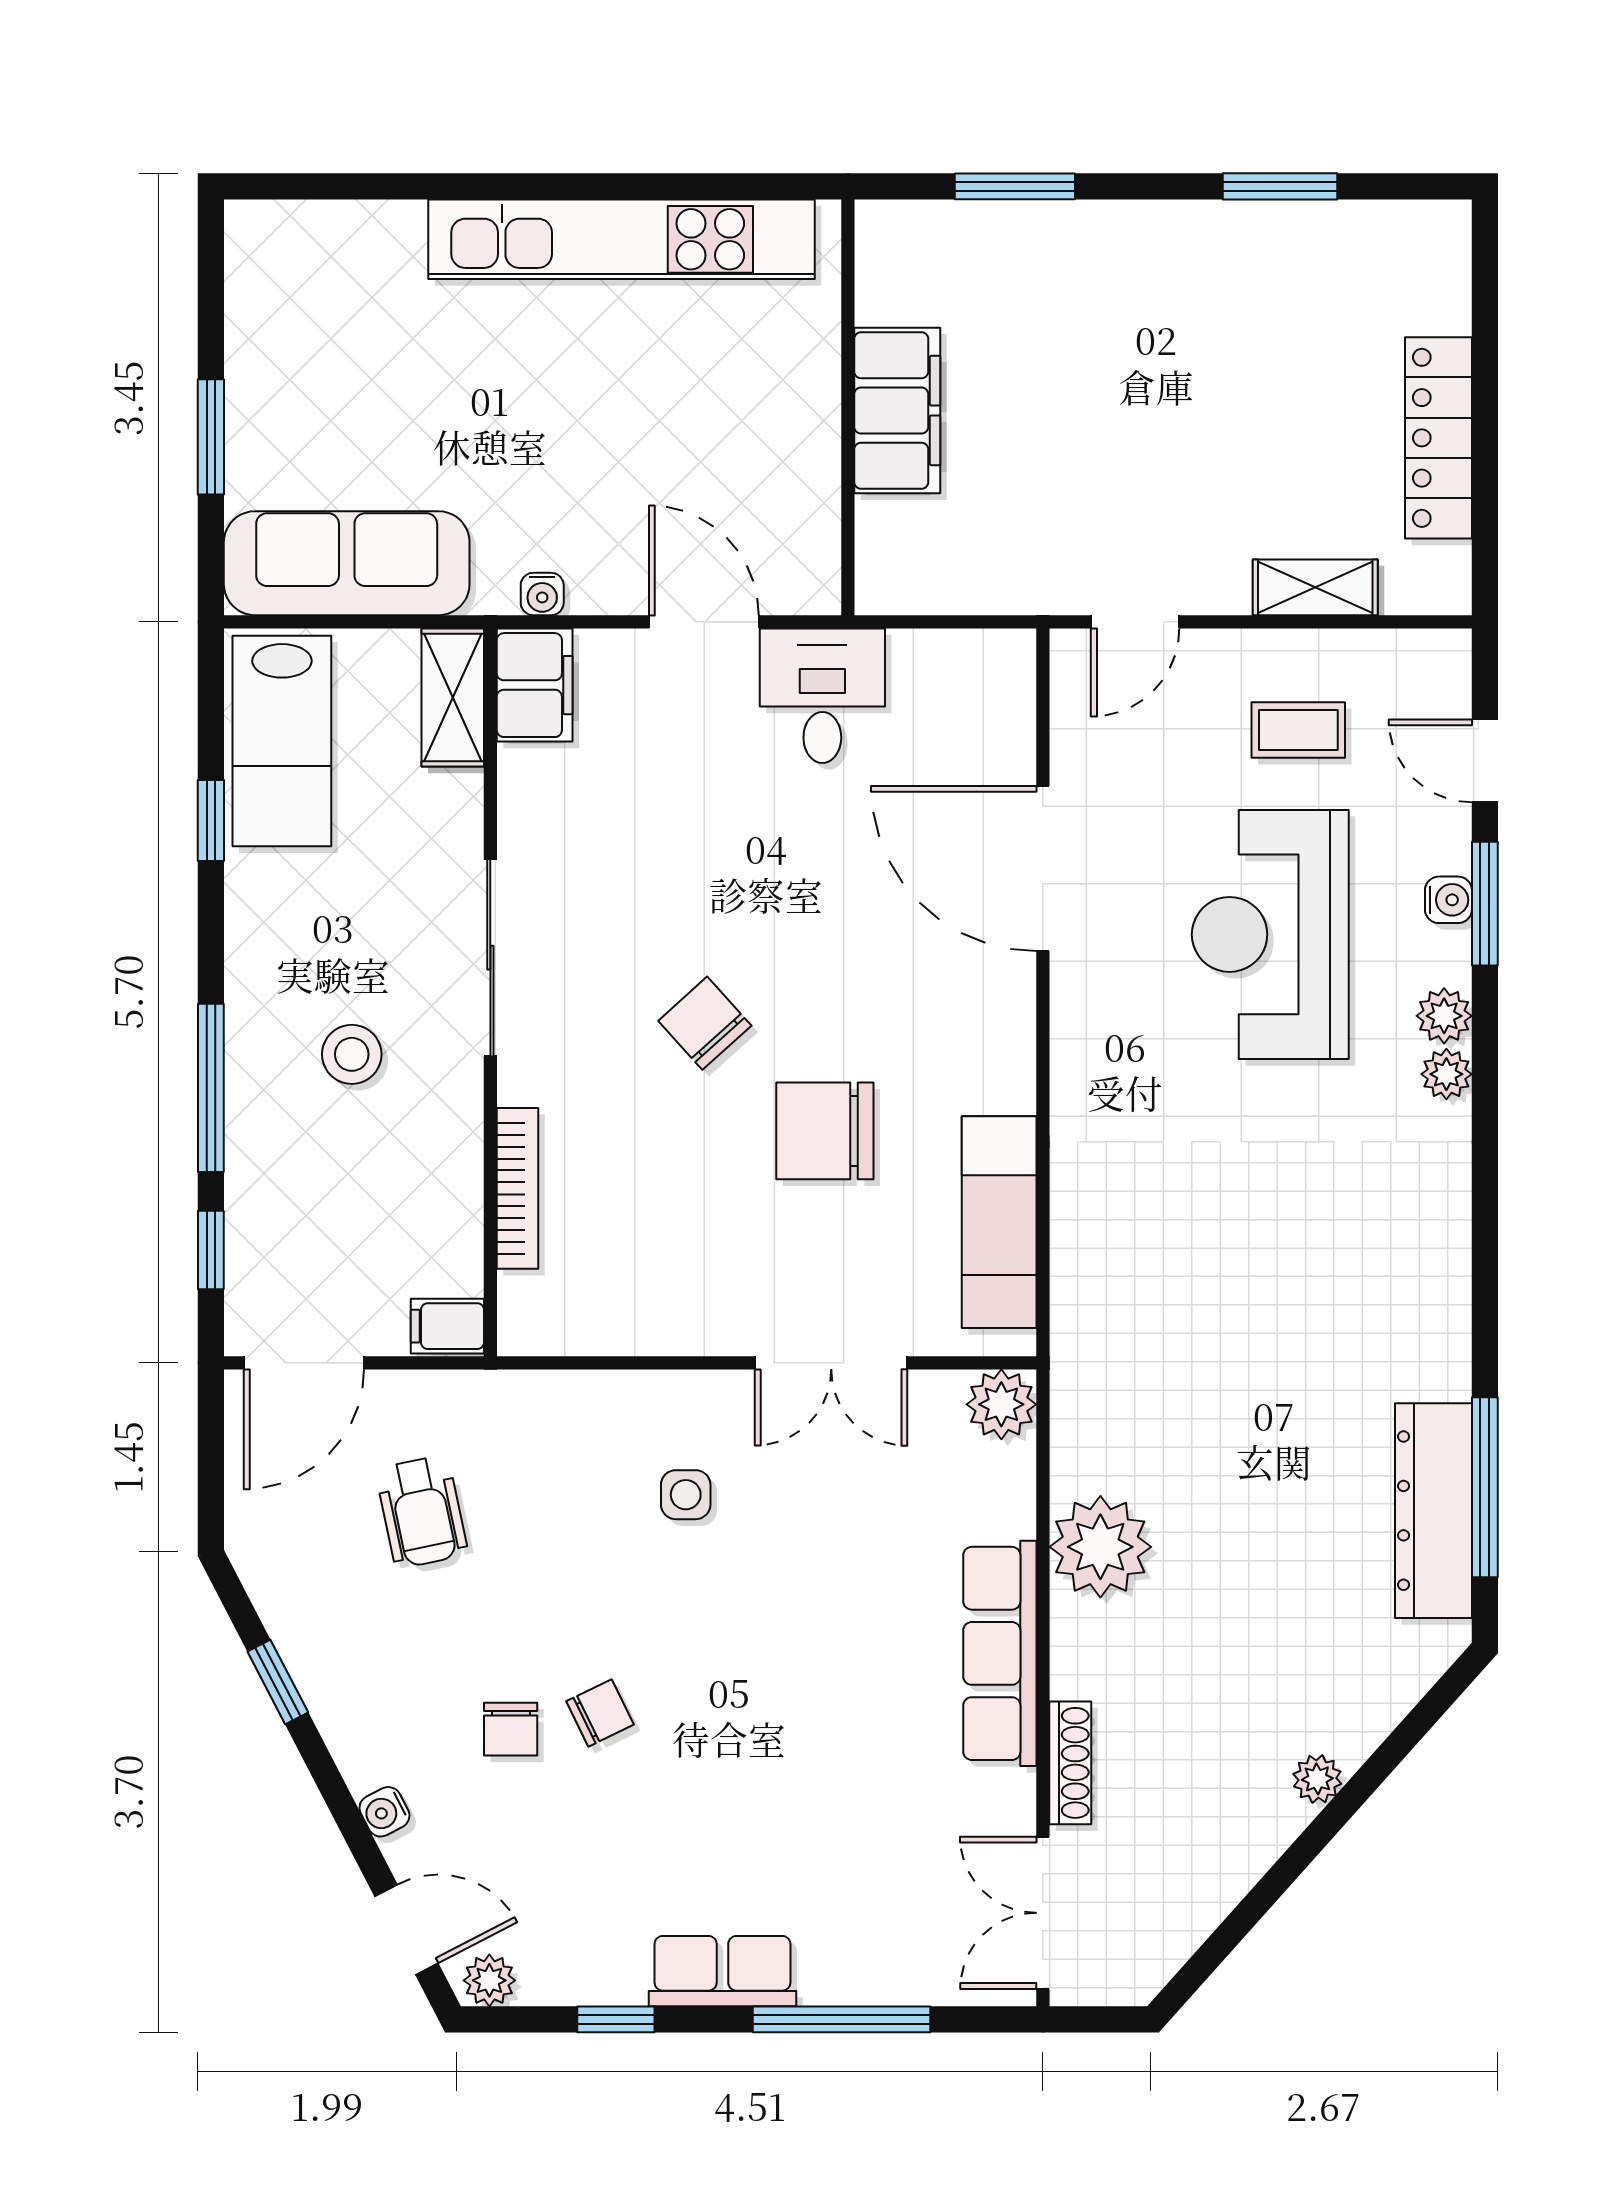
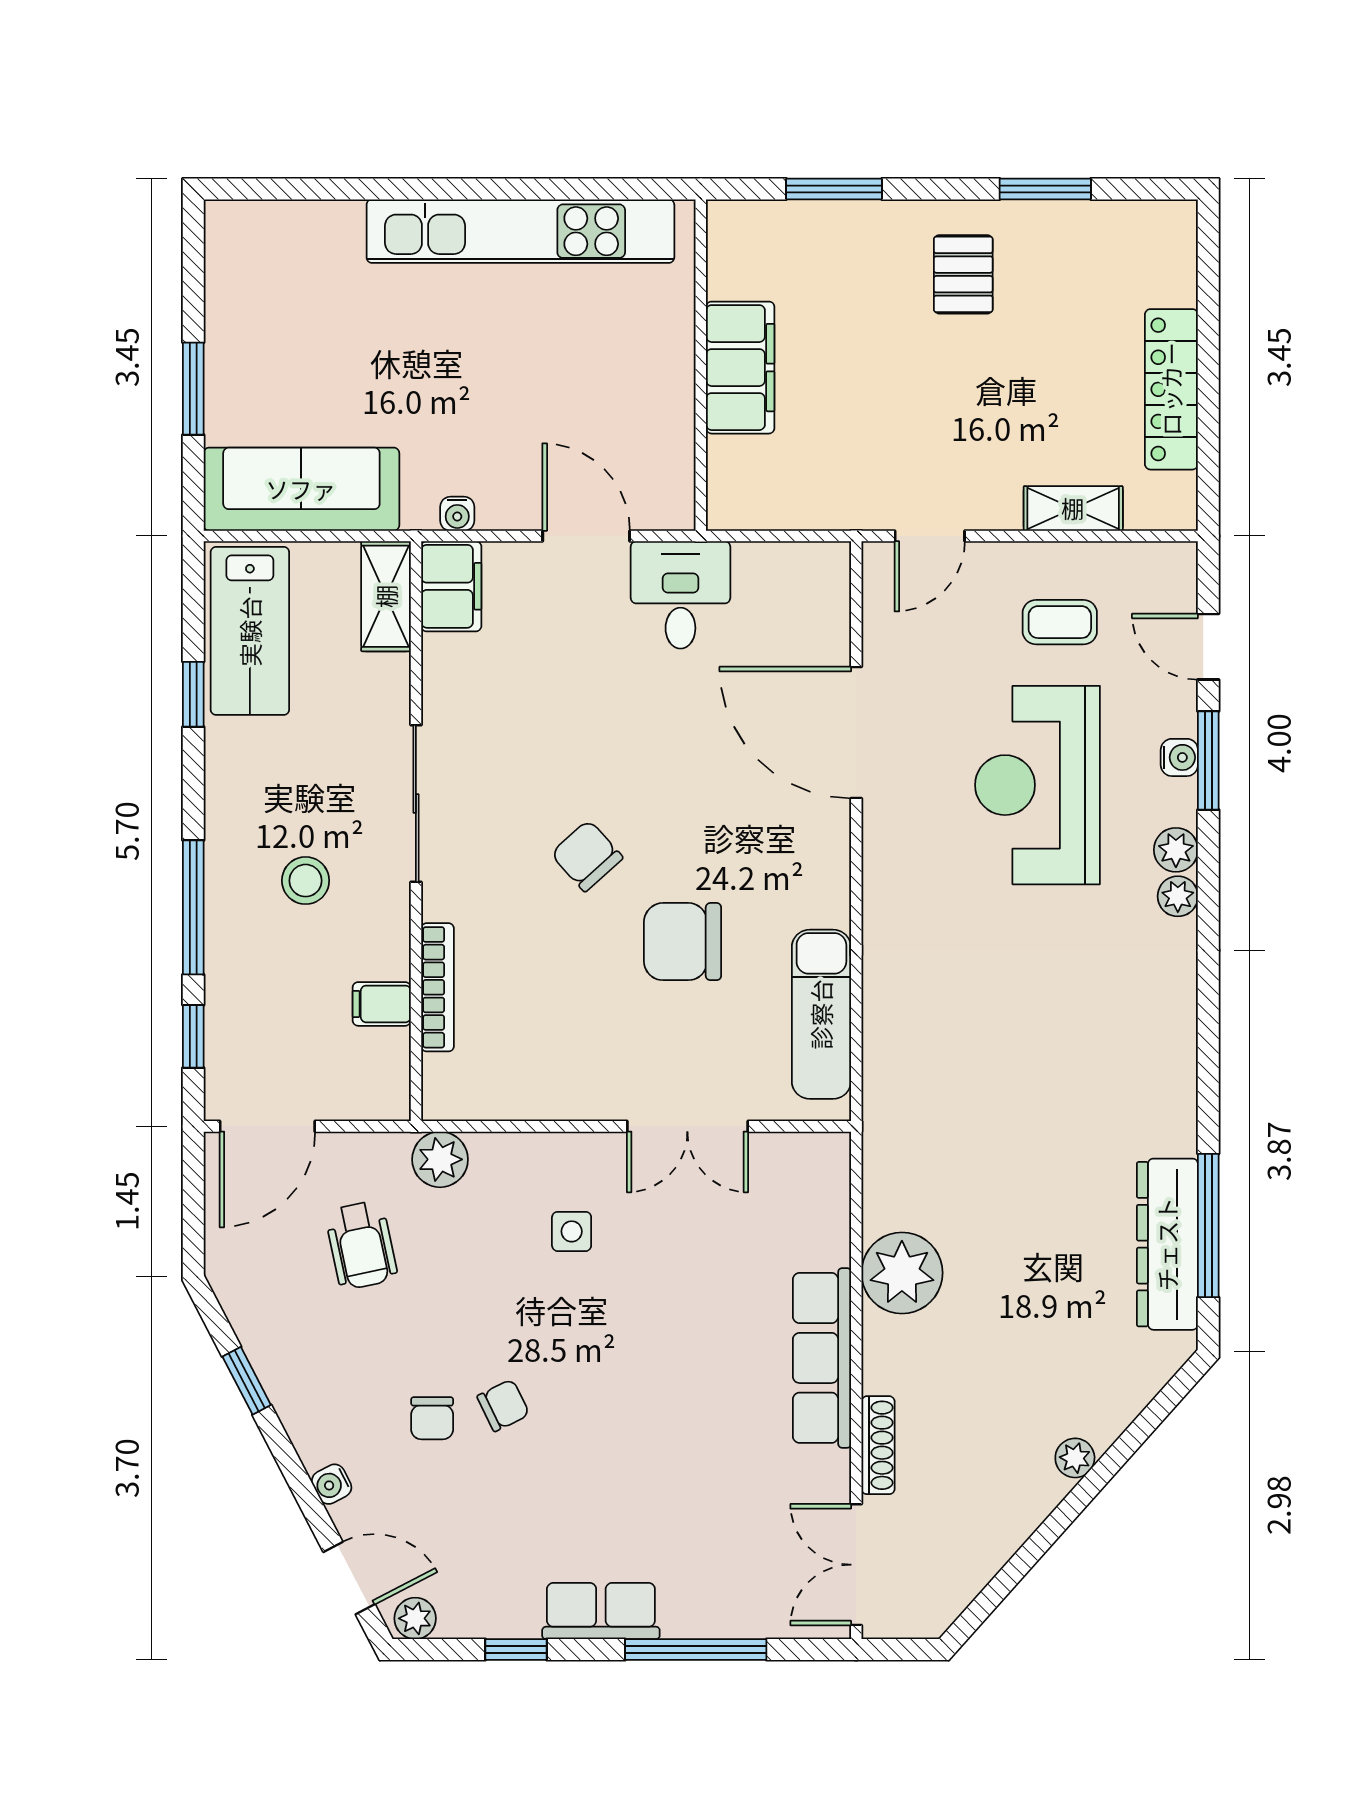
pallet: (1177, 294) -> (963, 274), added
filing cabinet: (447, 1326) -> (382, 1004), moved
plant: (1001, 1404) -> (440, 1159), moved

